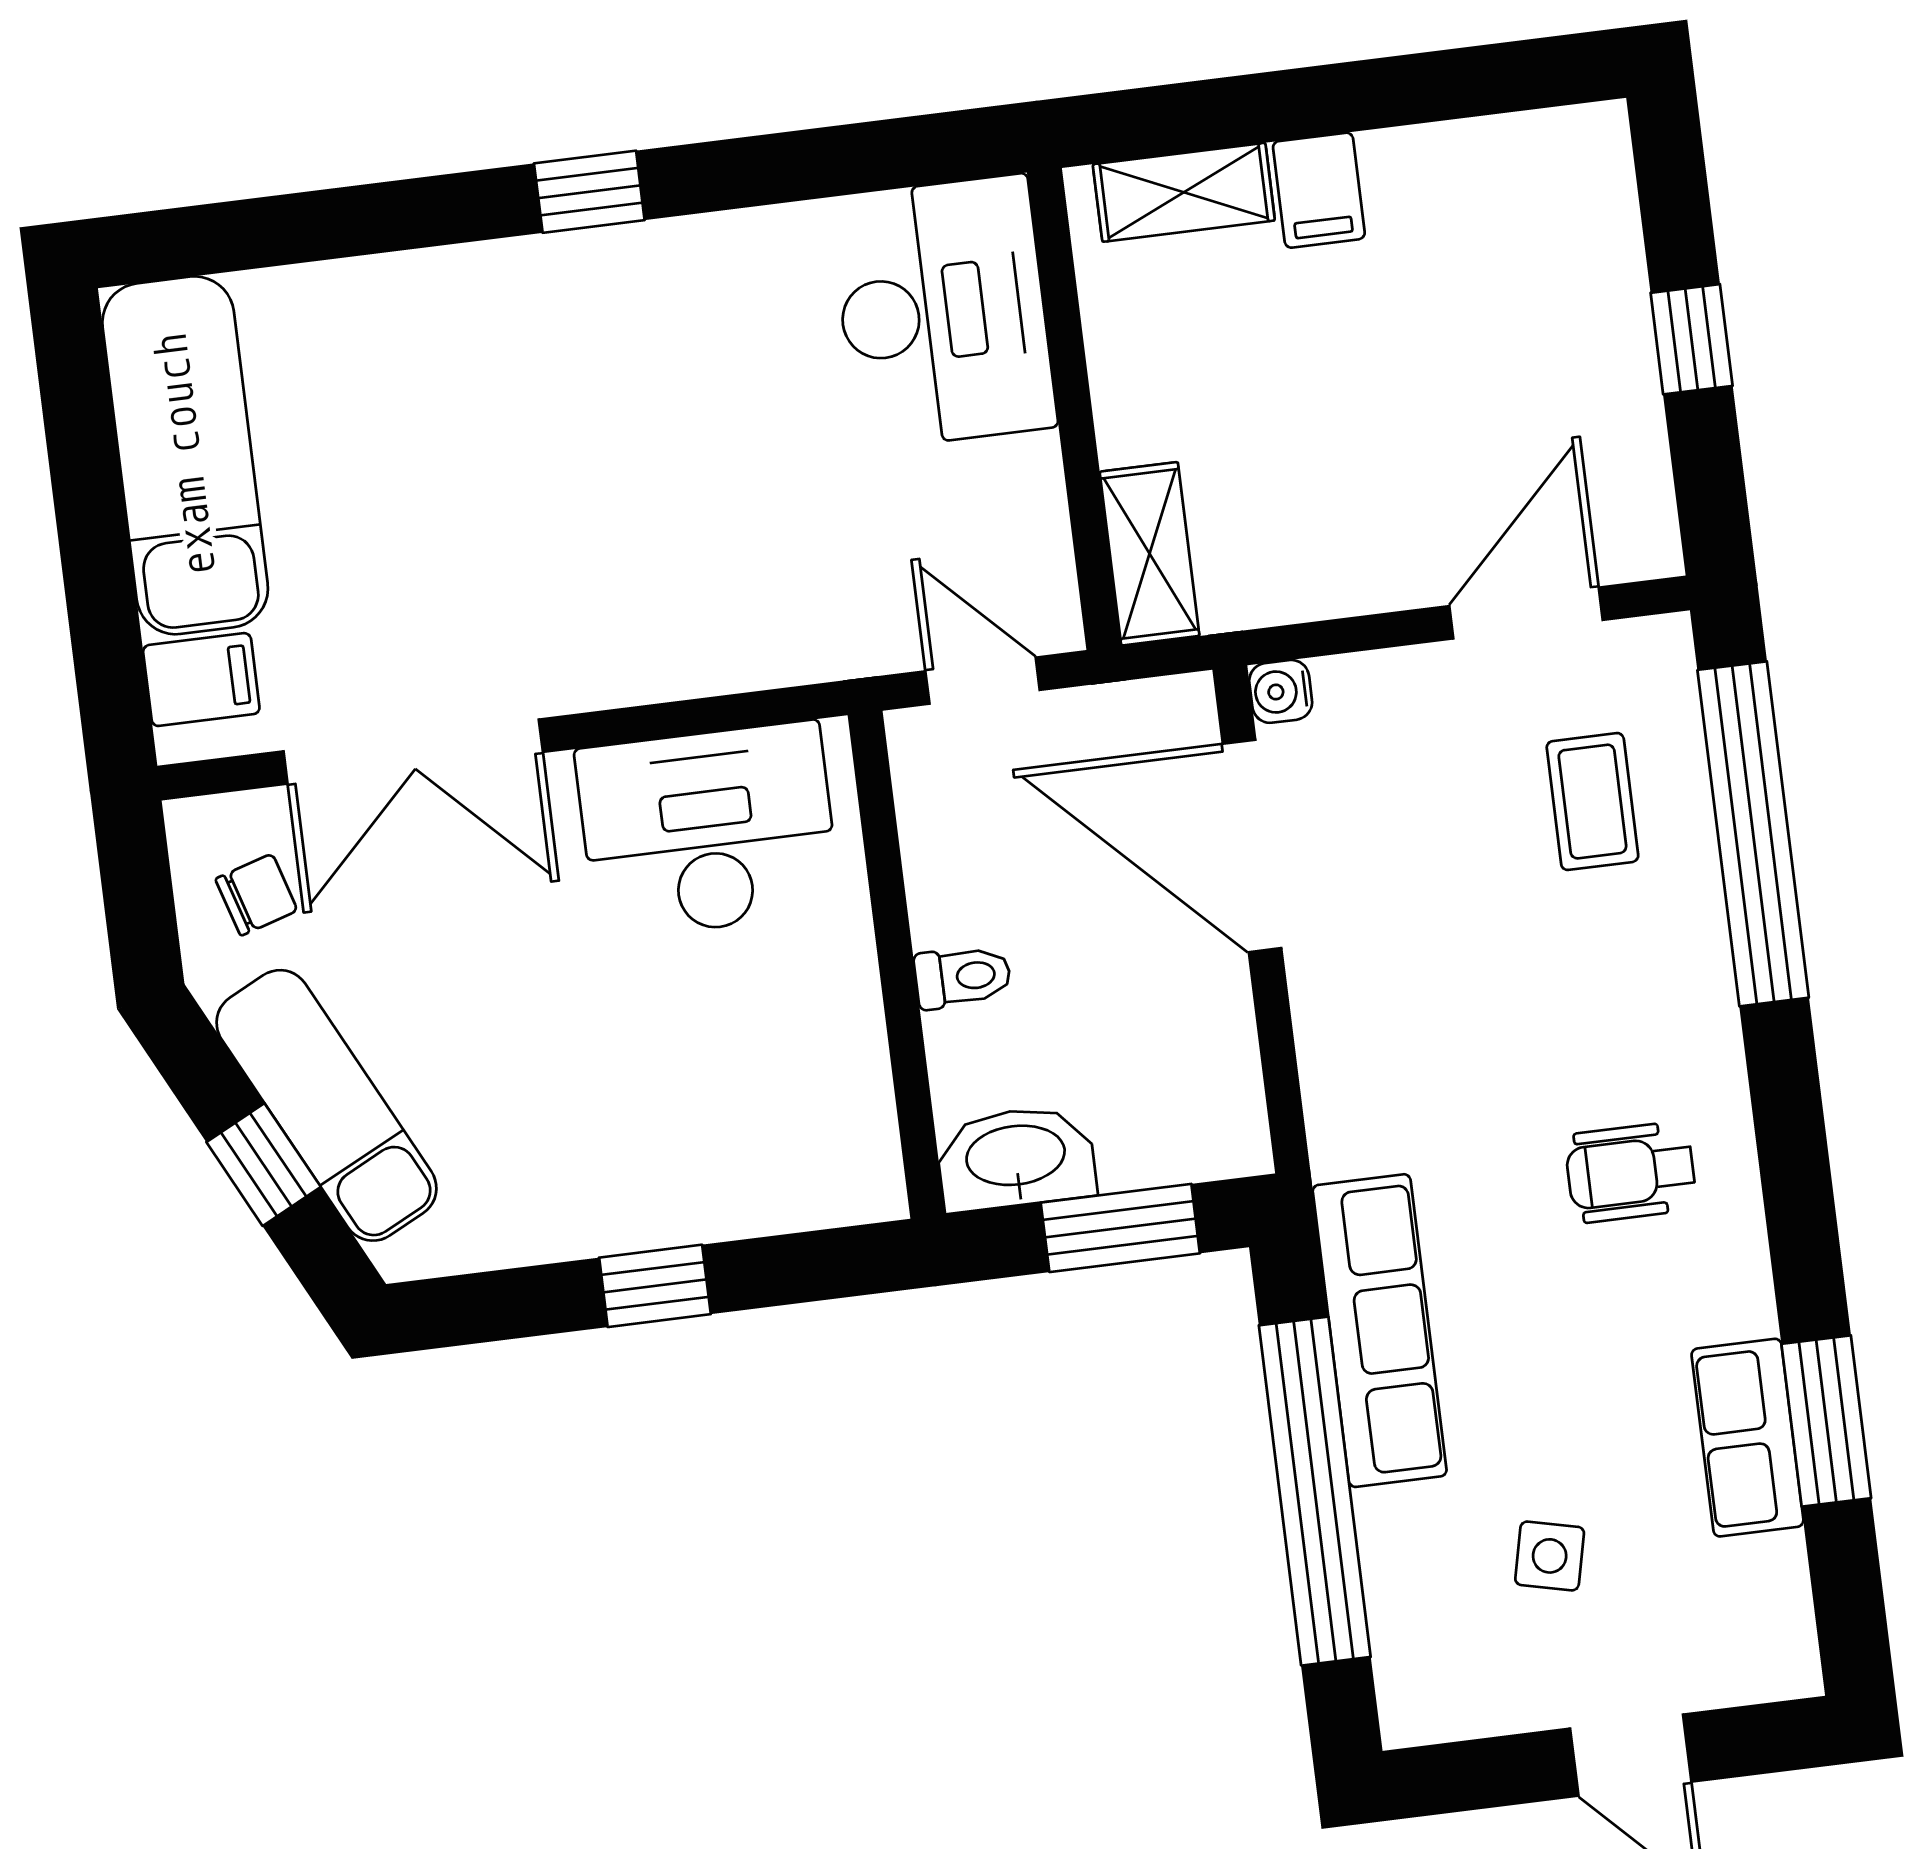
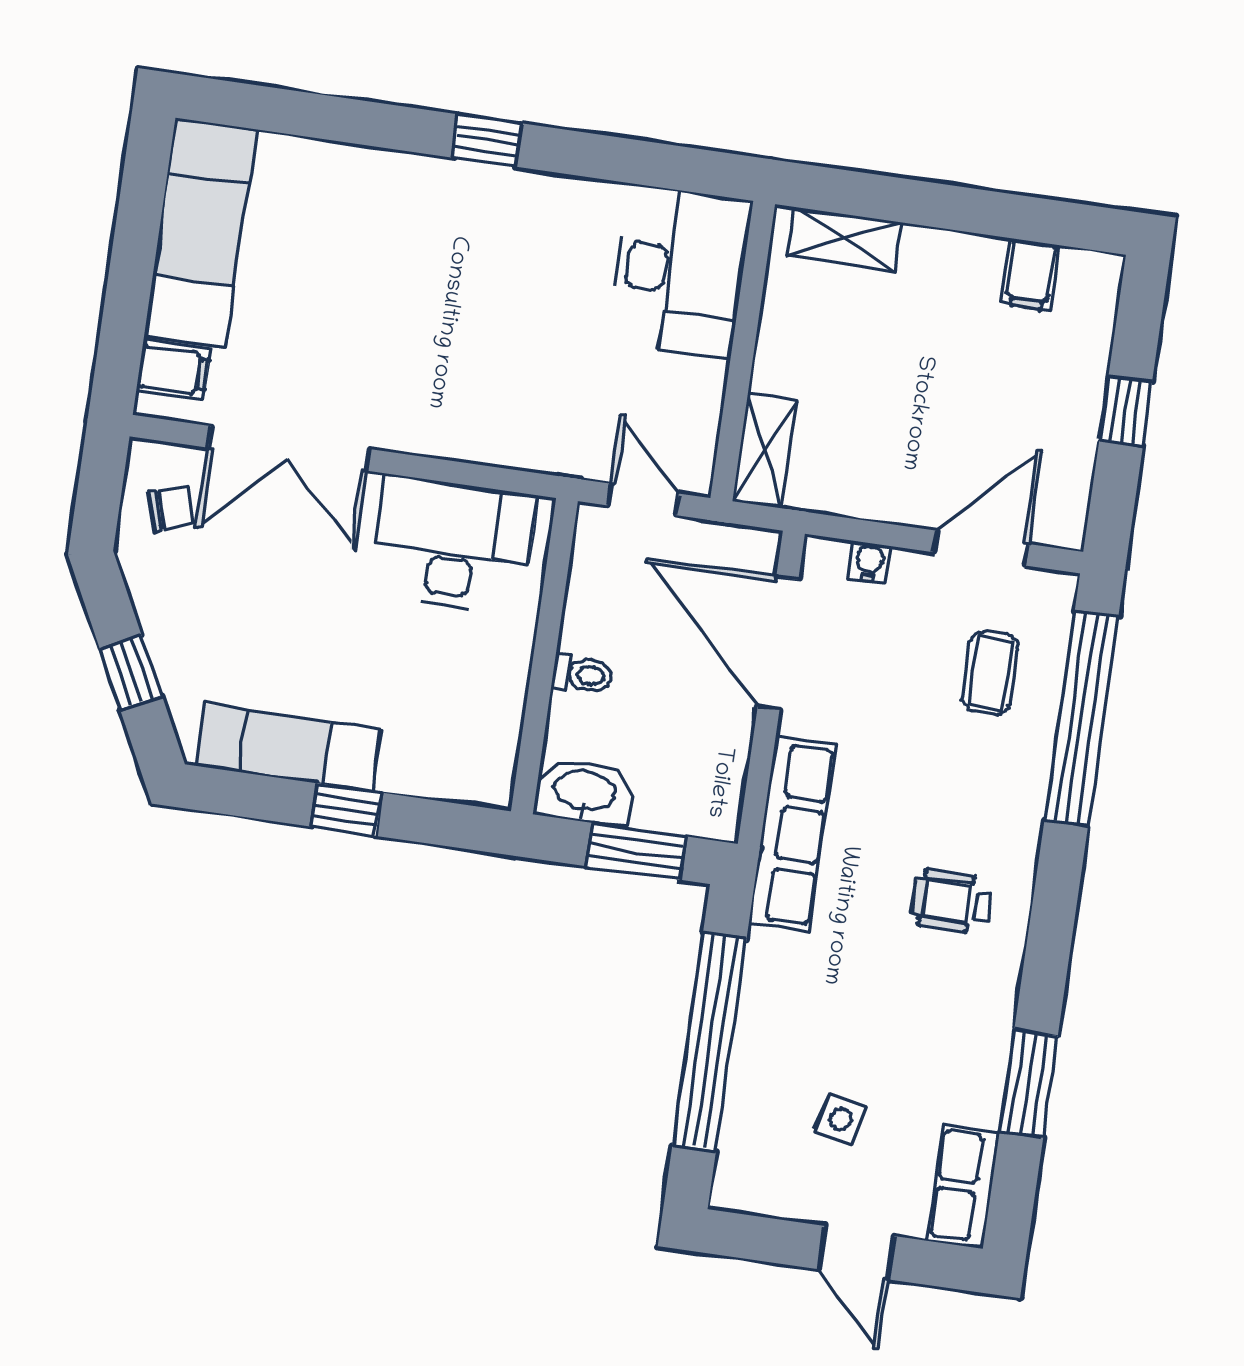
filing cabinet: (1319, 190) -> (1030, 275), moved
water cooler: (1281, 691) -> (869, 562), moved, turned 90
exam couch: (326, 1105) -> (288, 747), moved, turned -63
row of seats: (1380, 1331) -> (792, 834), moved
row of seats: (1747, 1438) -> (963, 1186), moved

